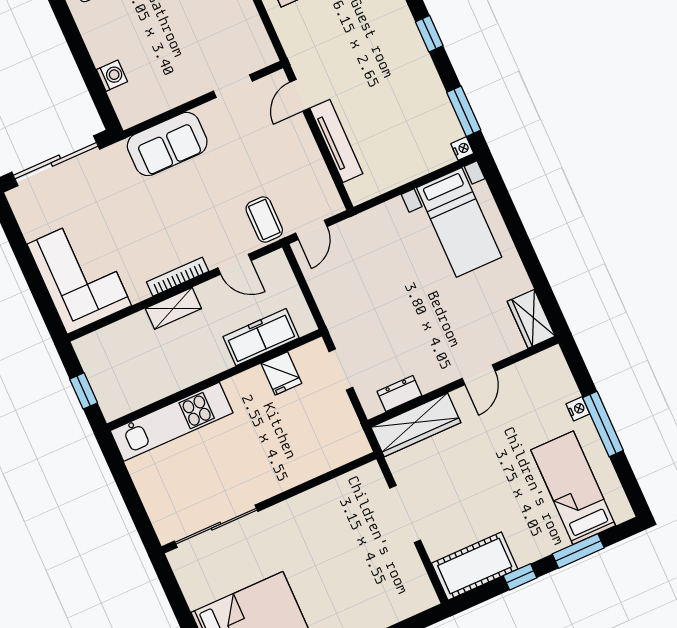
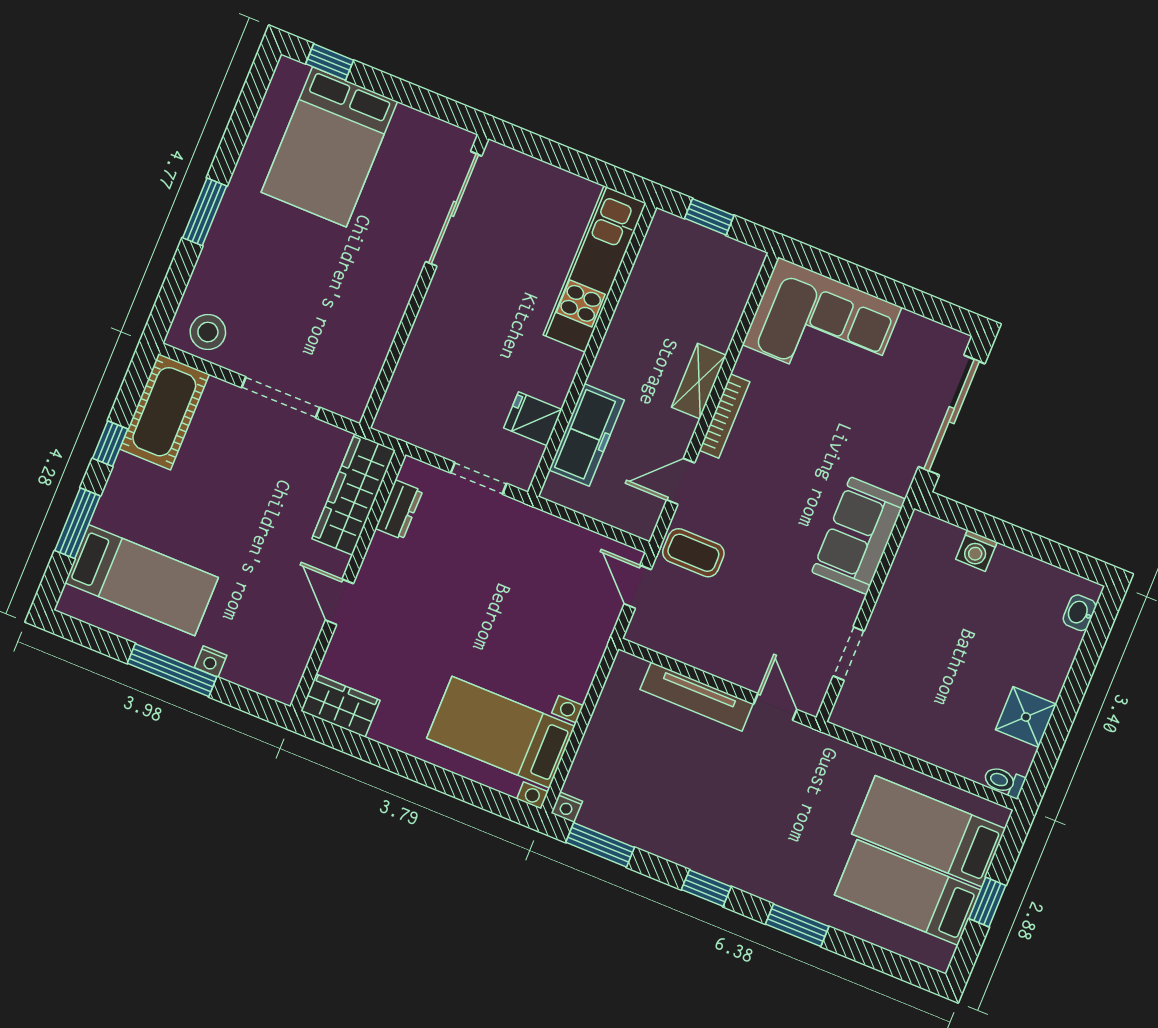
stool: (411, 586) -> (208, 332), added

